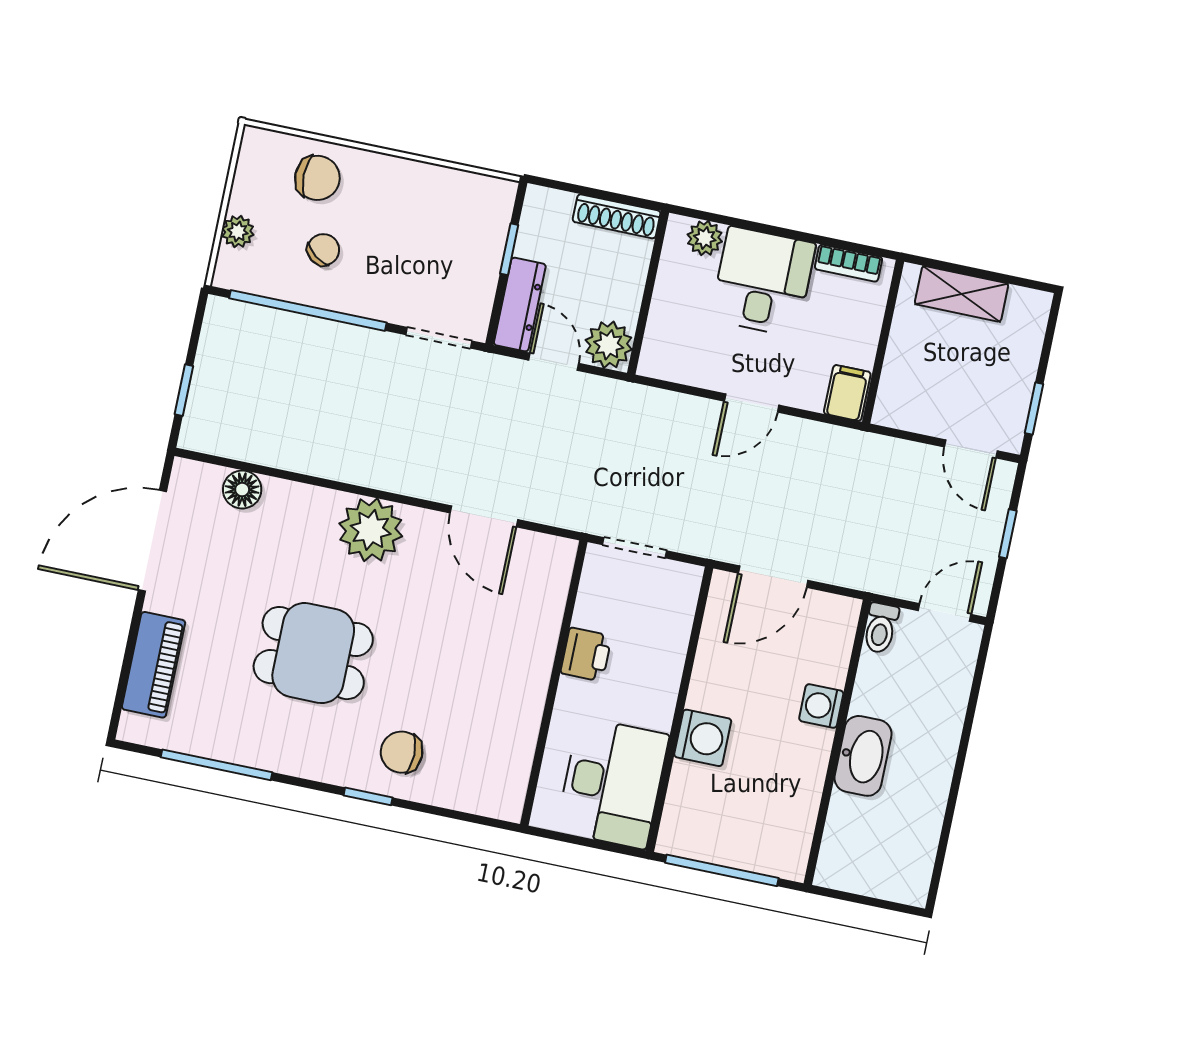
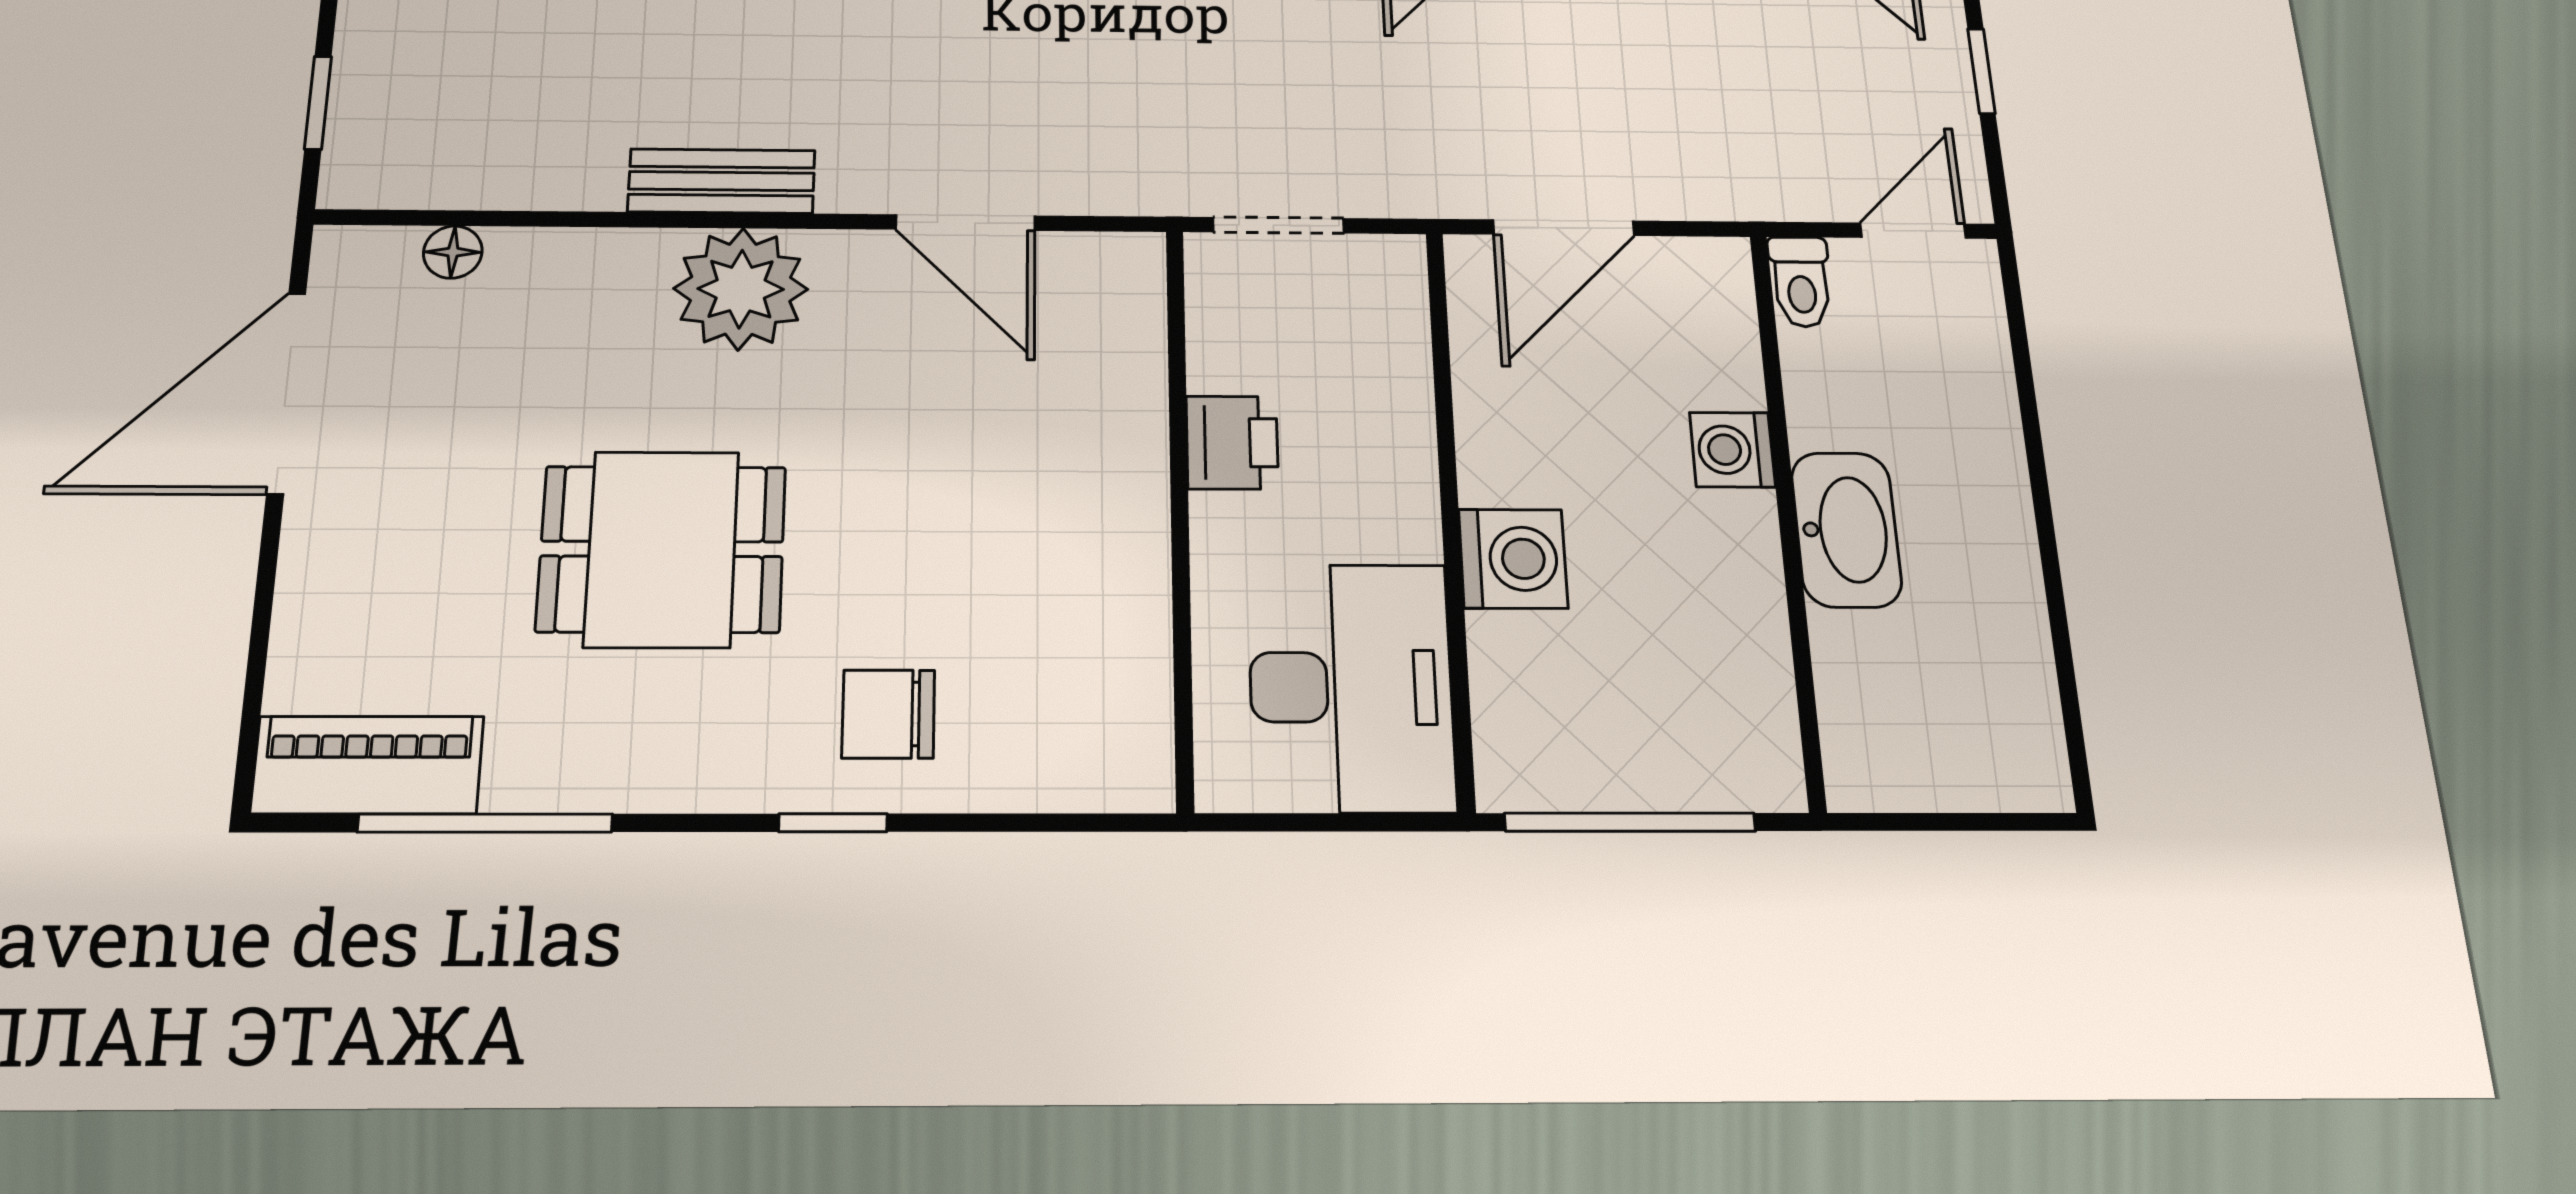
bench: (371, 471) -> (721, 181), added
floor lamp: (242, 490) -> (453, 252), width x0.73, depth x0.73
piano: (154, 665) -> (368, 765), moved, turned -90

